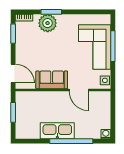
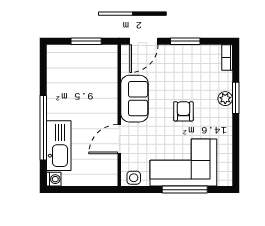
plant: (48, 23) -> (225, 99), width x0.53, depth x0.53
window: (13, 34) -> (185, 41), moved
armchair: (60, 47) -> (183, 111), added
kitchen sink: (57, 131) -> (59, 146), moved

